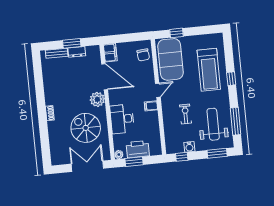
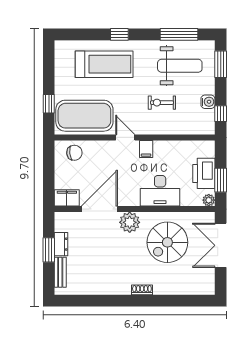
weight bench: (213, 124) -> (180, 66), turned 180

